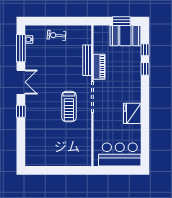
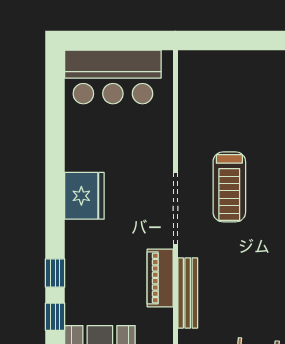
treadmill: (69, 106) -> (229, 187), turned 180
fridge: (132, 113) -> (84, 196), moved

